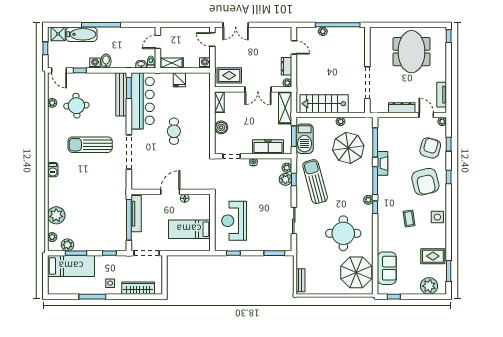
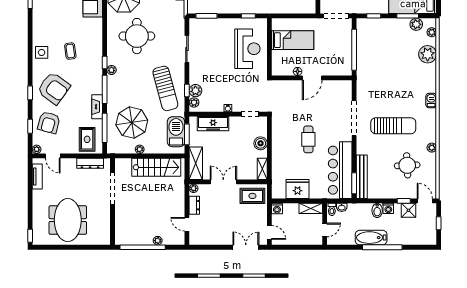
shower: (58, 34) -> (408, 210), moved
bathtub: (81, 34) -> (371, 238), moved
fridge: (179, 80) -> (298, 189), width x1.88, depth x1.34
plant: (52, 103) -> (432, 148), moved
dresser: (402, 108) -> (90, 163), moved
armchair: (425, 182) -> (54, 88), turned 140
tv unit: (136, 214) -> (347, 56), removed
rug: (433, 256) -> (87, 139), moved, turned 90

